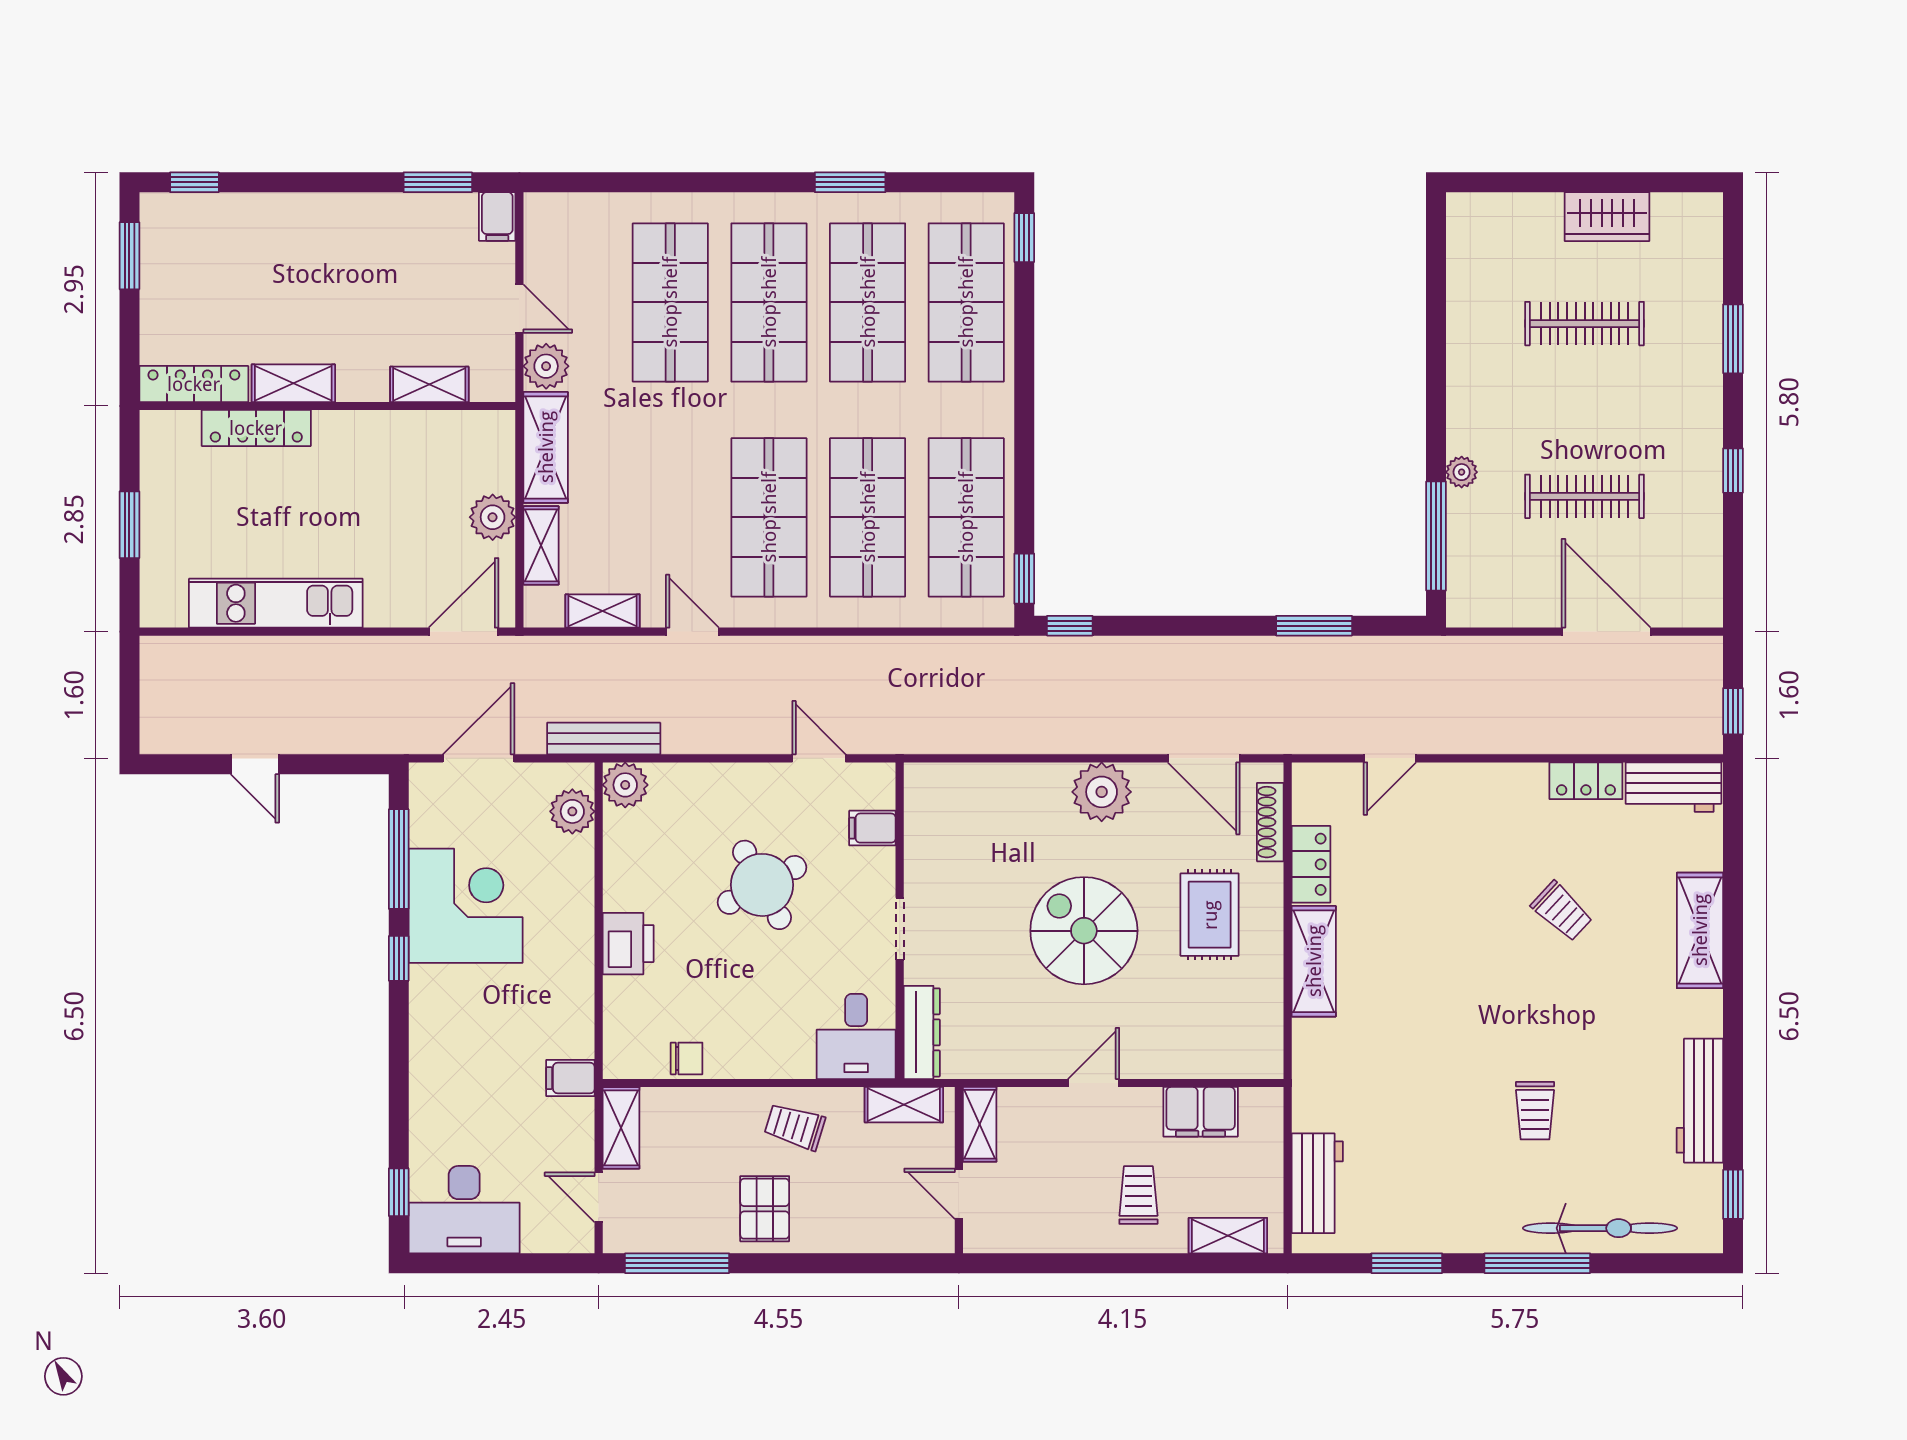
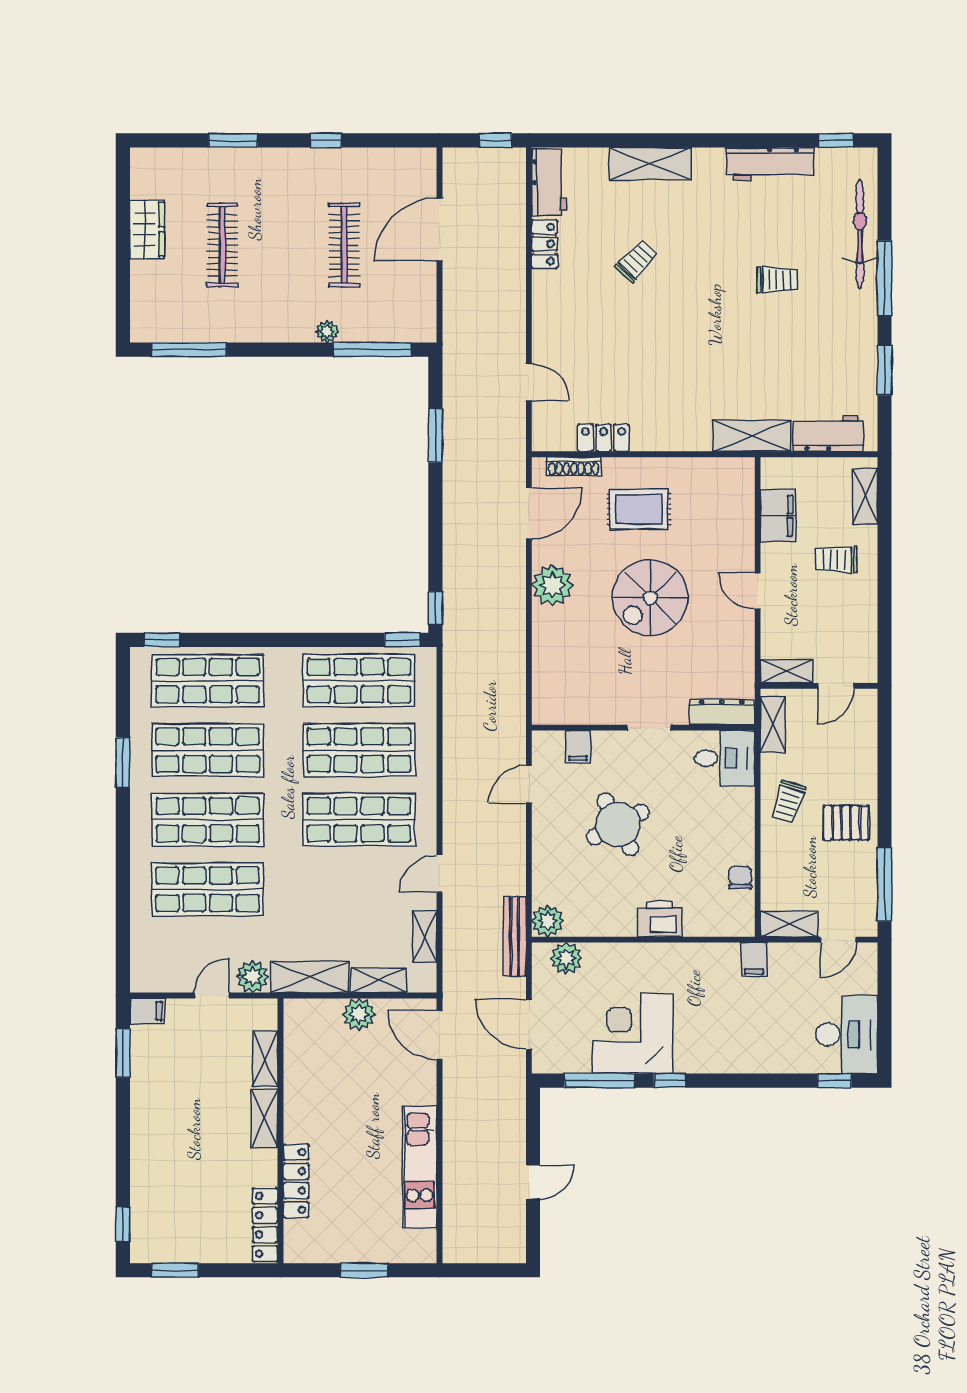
window: (1436, 276) -> (189, 350), added
shelving: (293, 383) -> (264, 1118), moved
shelving: (1314, 961) -> (752, 436), moved

